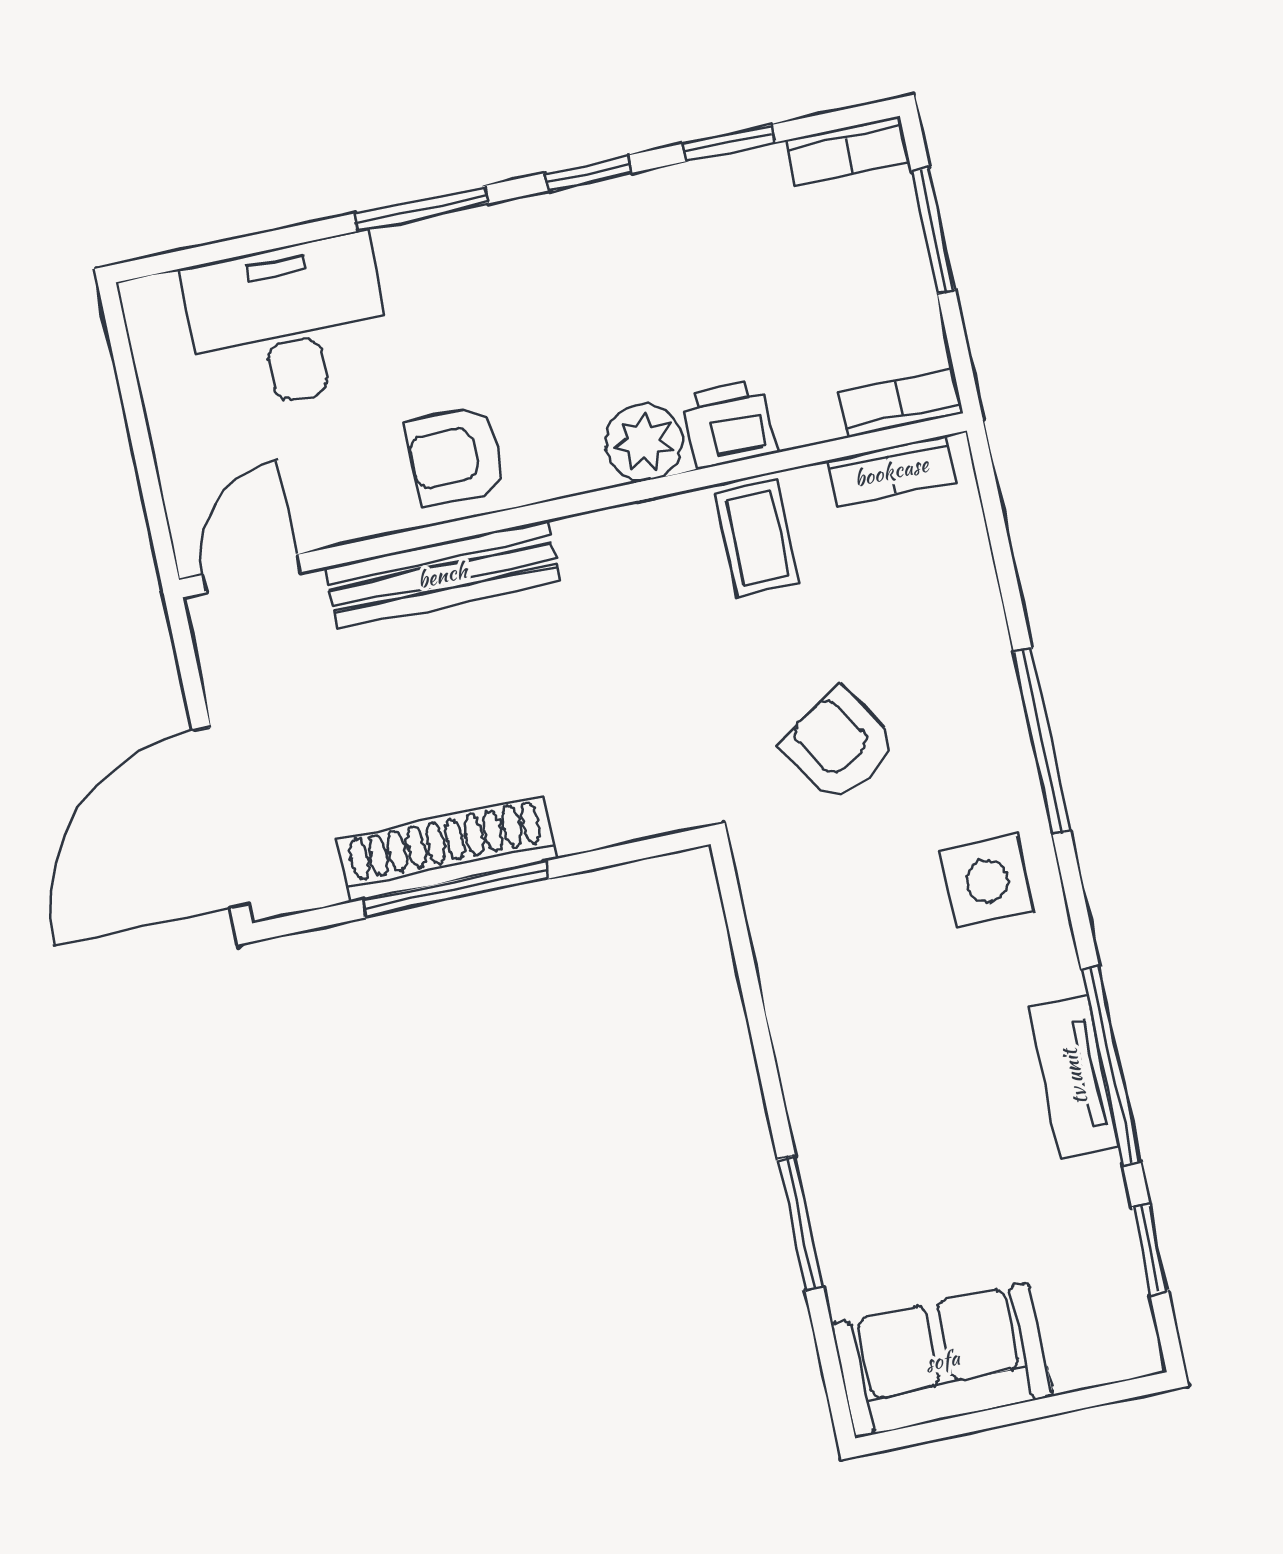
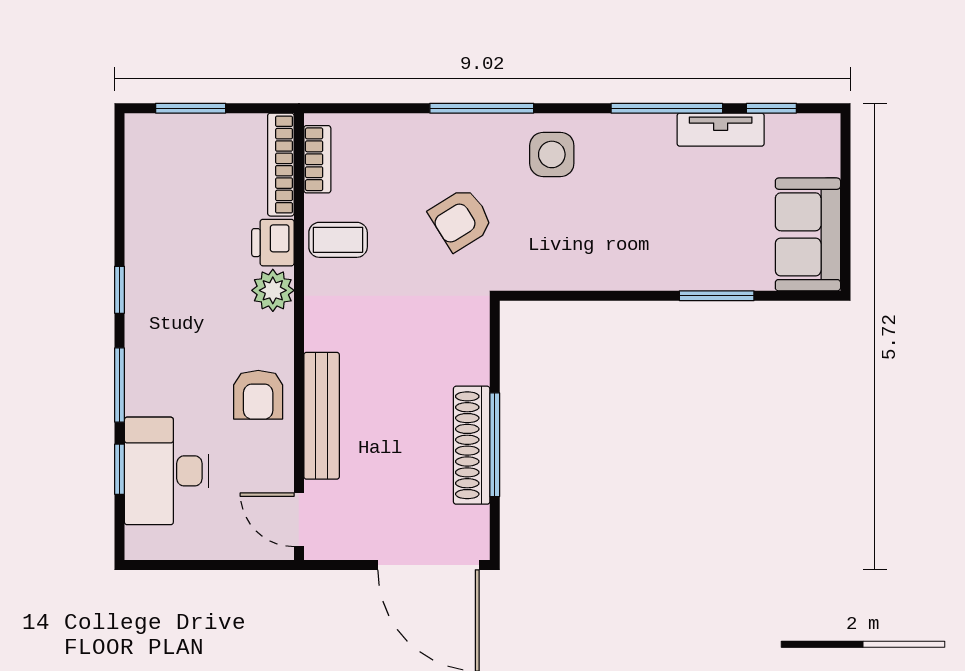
window: (729, 143) -> (119, 469), moved
bookcase: (848, 151) -> (137, 146), removed
bookcase: (901, 403) -> (281, 165), width x1.56
tv unit: (1074, 1077) -> (721, 130), moved

